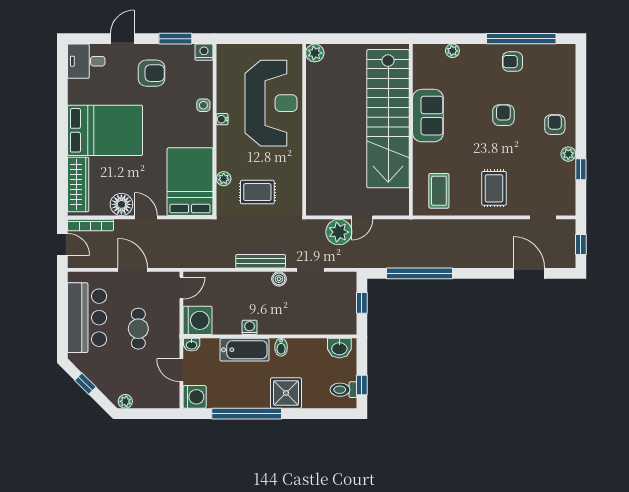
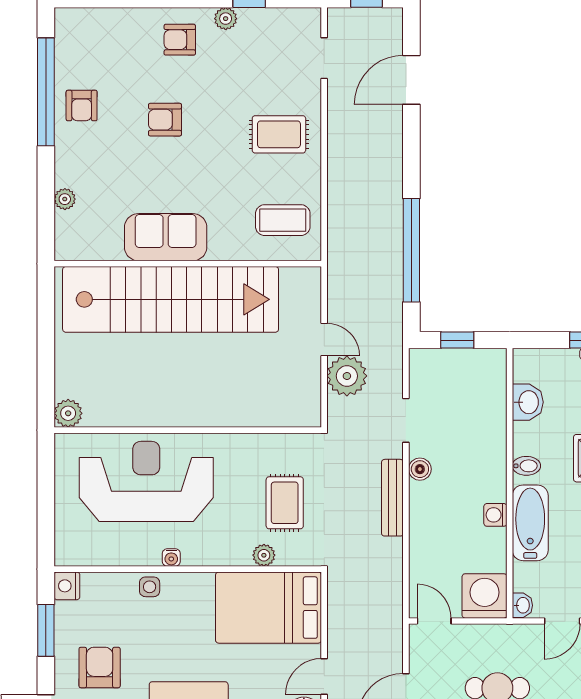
washbasin: (339, 348) -> (528, 402), moved

